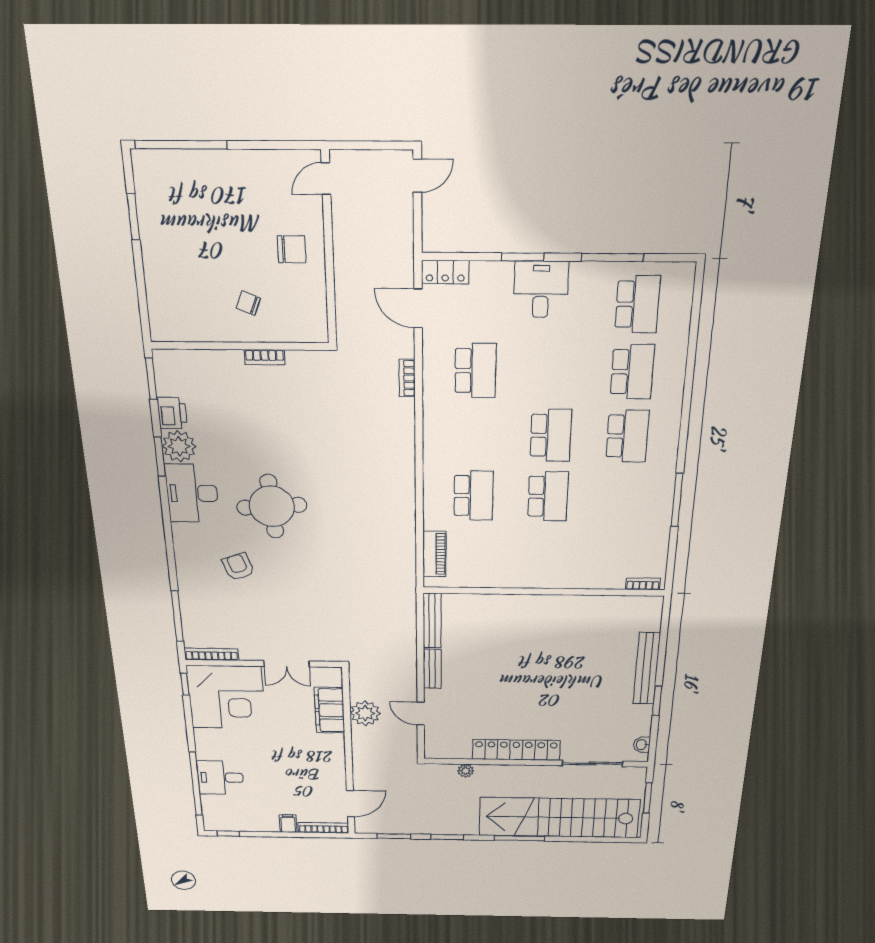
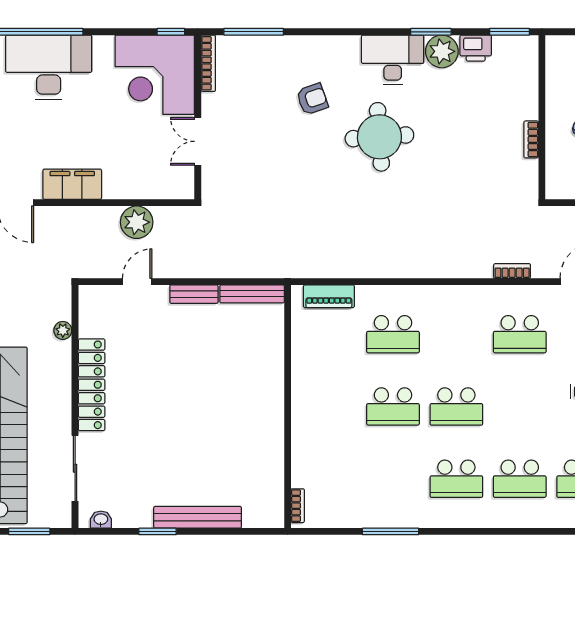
filing cabinet: (330, 710) -> (72, 184), moved
desk: (220, 778) -> (49, 67), width x1.87, depth x1.30

